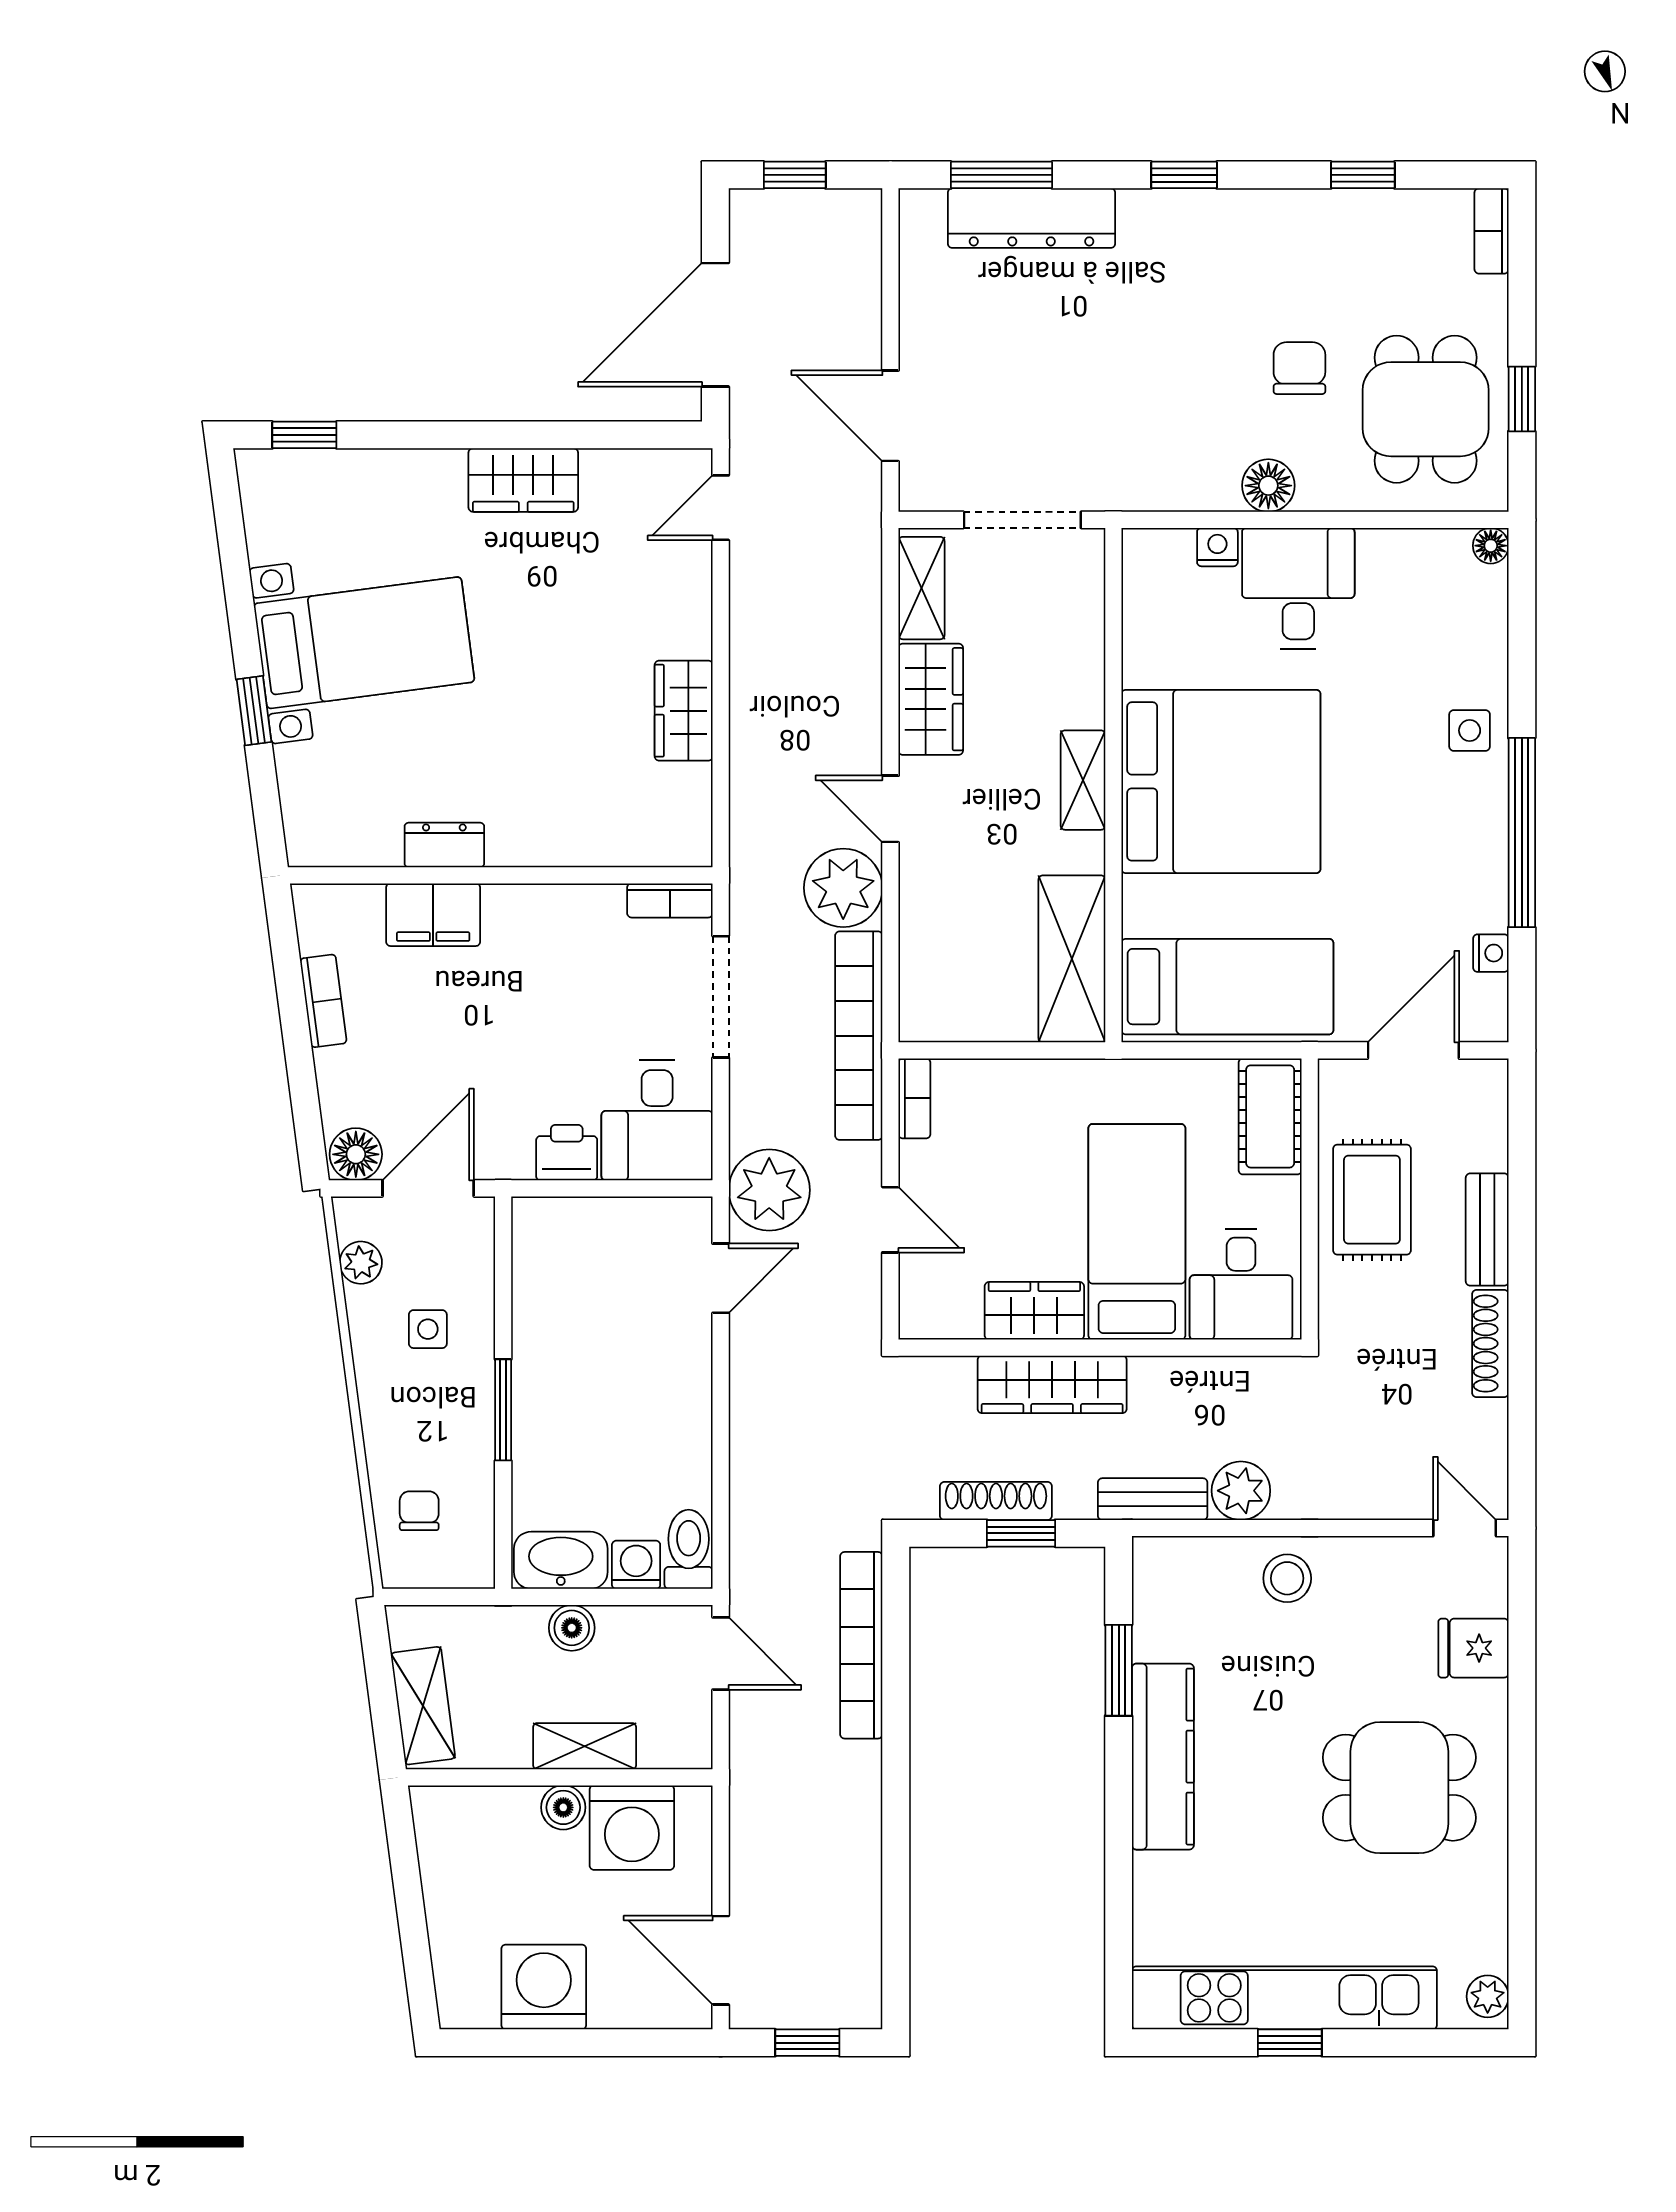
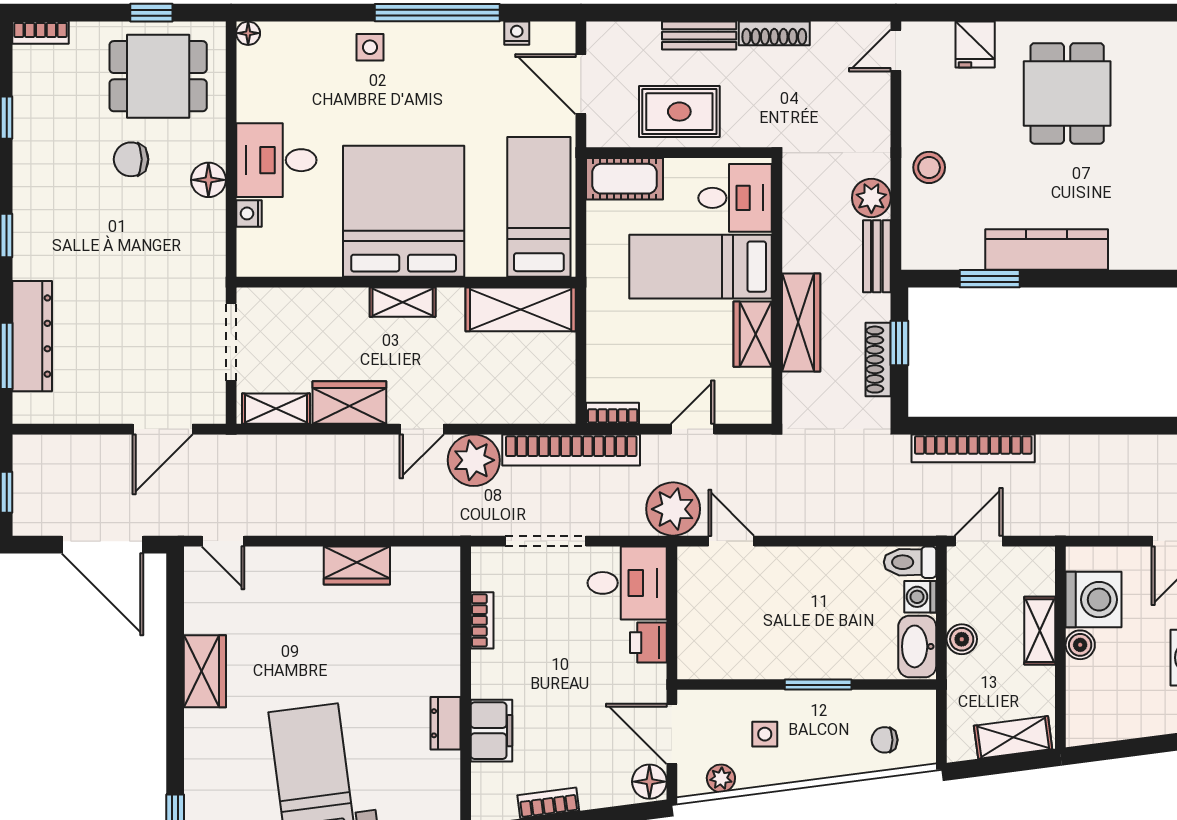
bookcase: (670, 900) -> (482, 620), moved

